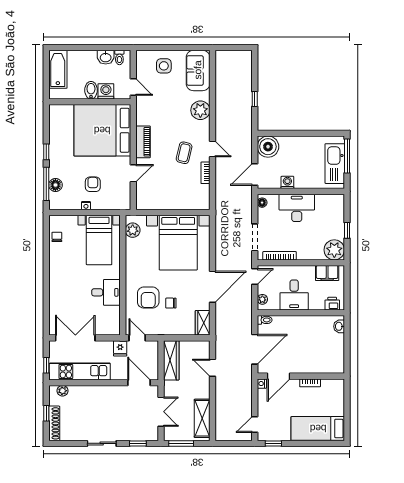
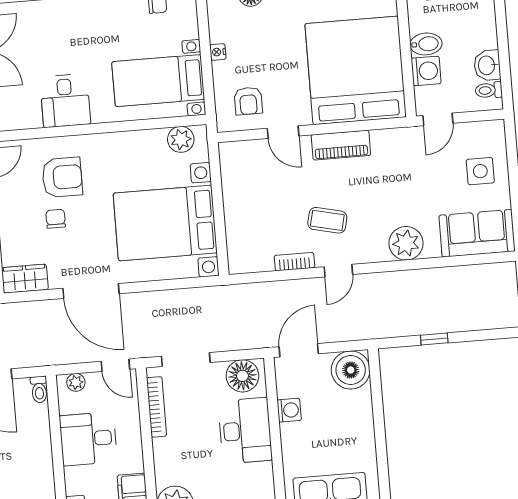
door: (255, 174) -> (299, 350), hinge flipped
armchair: (93, 184) -> (248, 101), moved, turned 90
floor lamp: (262, 203) -> (242, 376), width x1.89, depth x1.89
armchair: (148, 298) -> (62, 177), turned 180

